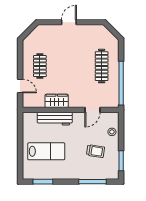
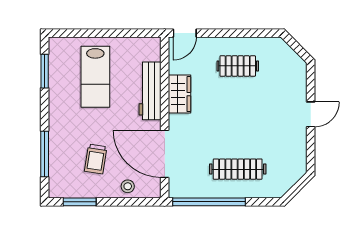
door: (69, 22) -> (311, 114), hinge flipped
door: (20, 86) -> (185, 33), moved
door: (92, 110) -> (165, 154), width x1.88

